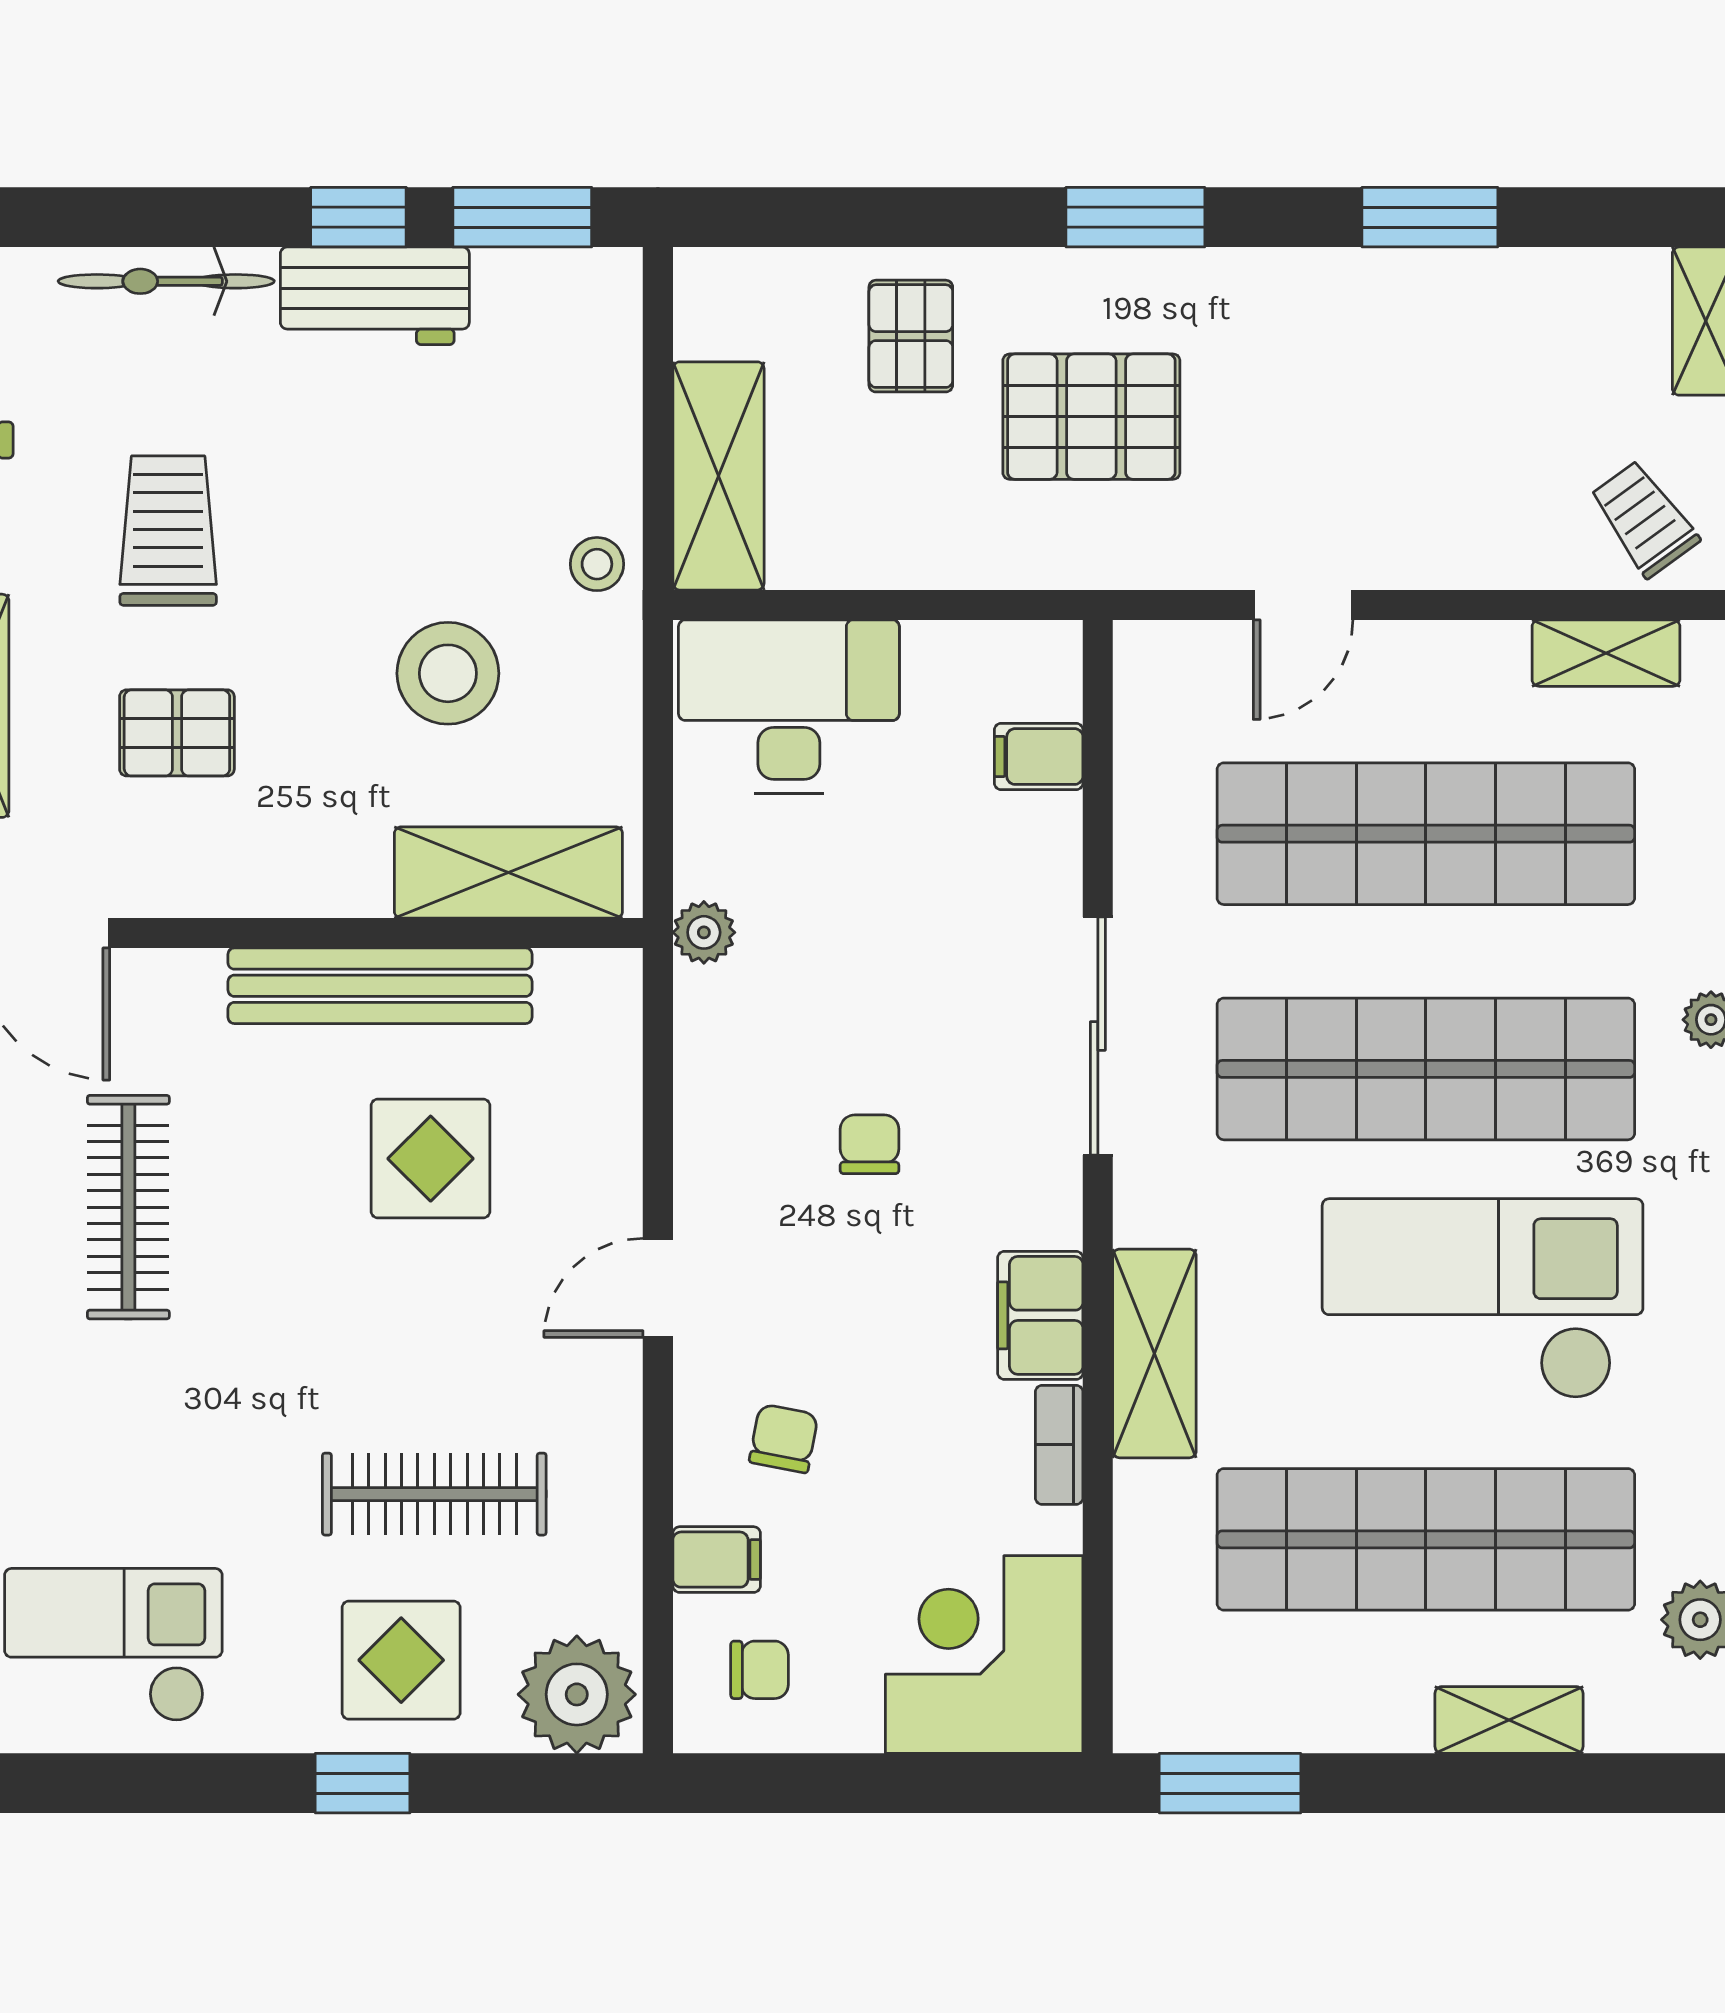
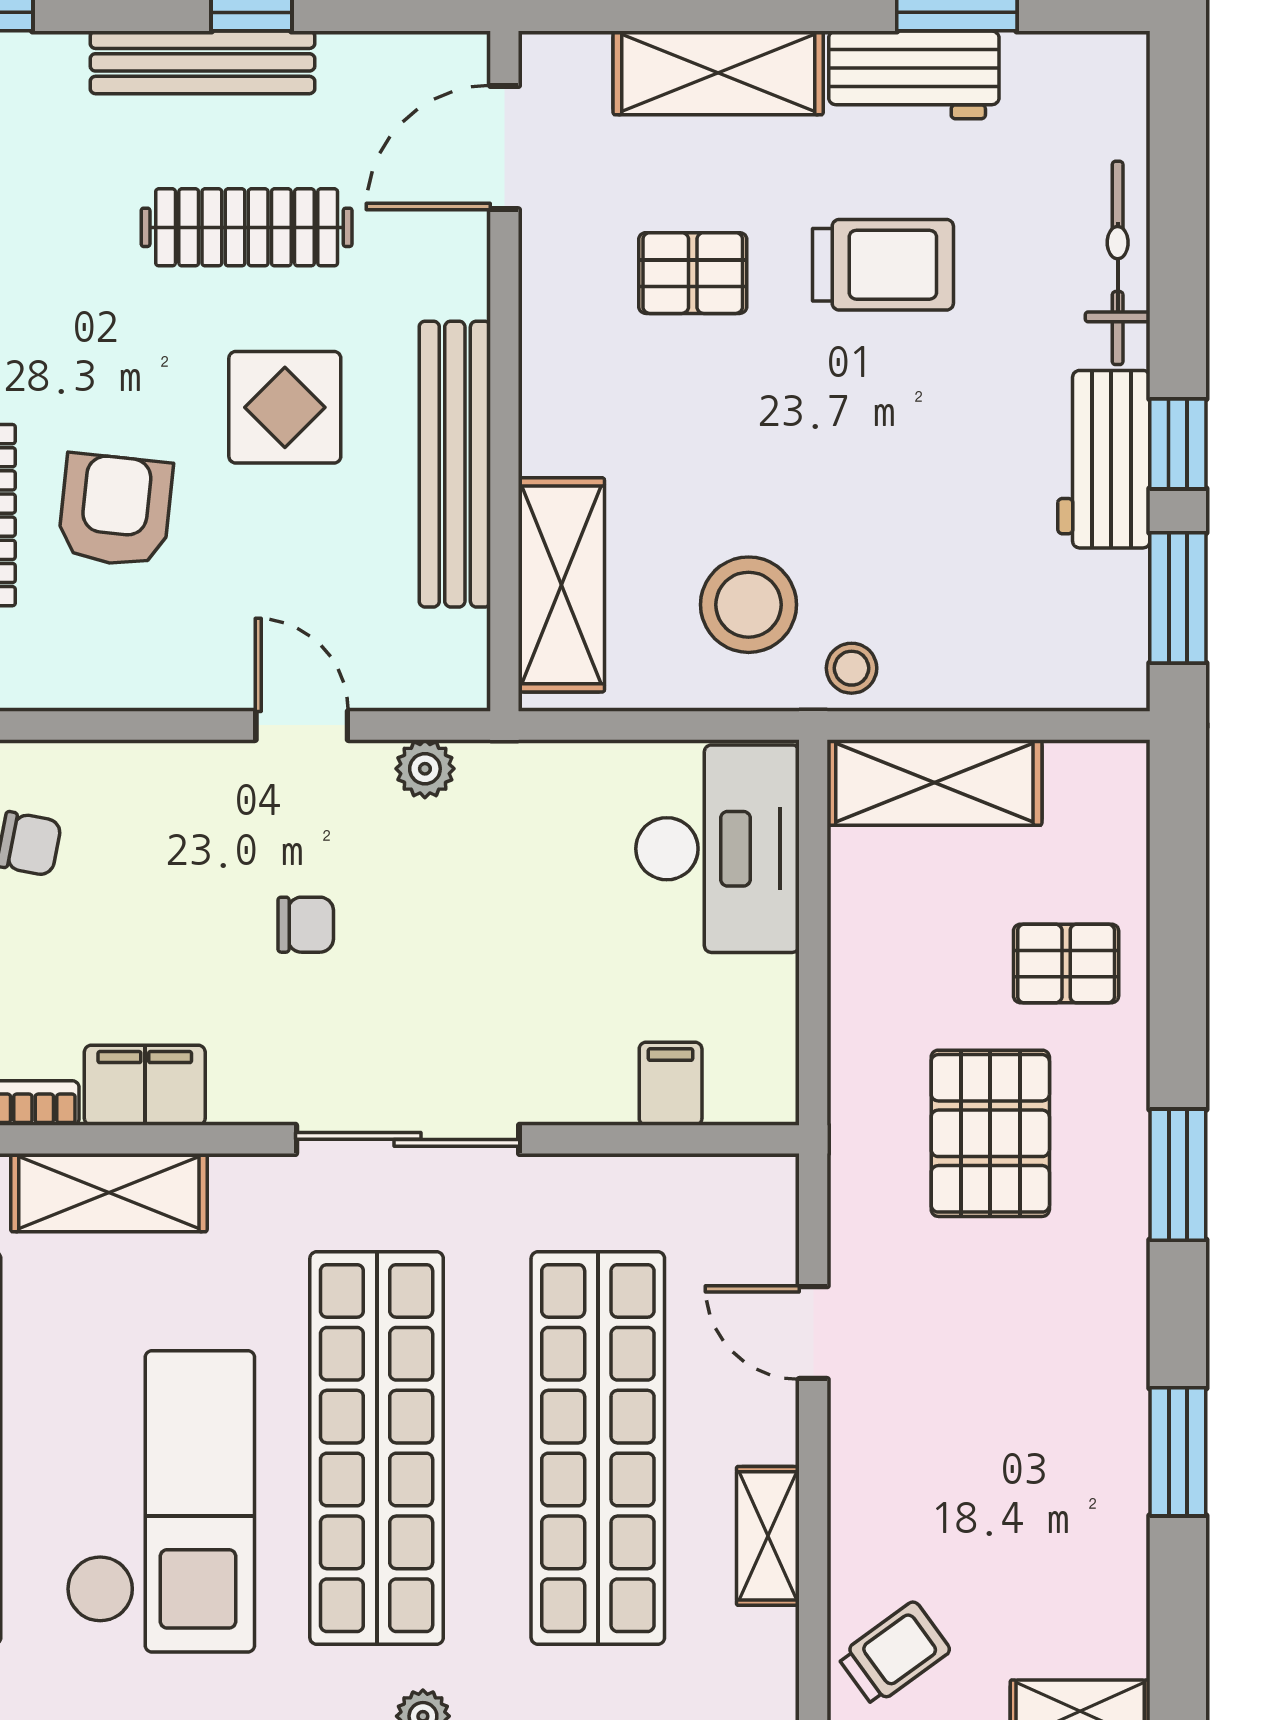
shelving: (1606, 653) -> (768, 1536), moved
stool: (448, 673) -> (749, 605), moved
pallet: (177, 733) -> (693, 273), turned 90
plant: (704, 932) -> (425, 769), moved
display table: (431, 1159) -> (285, 407), moved
door: (658, 1288) -> (302, 725), moved
armchair: (429, 1347) -> (115, 510), added

